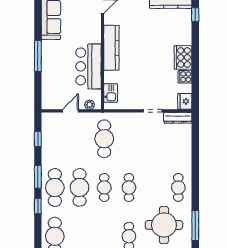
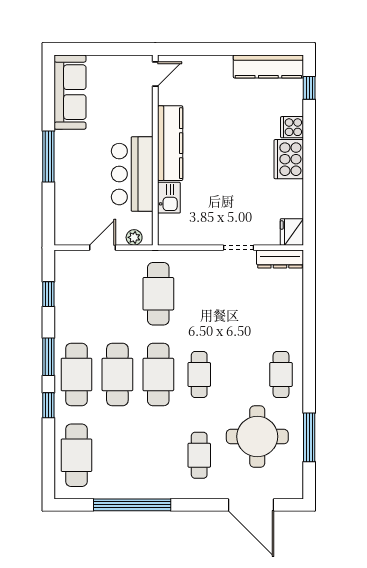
cooker: (185, 77) -> (292, 127), moved
kitchen sink: (111, 93) -> (169, 198), moved
cafe table: (104, 187) -> (158, 374), width x1.37, depth x1.35

